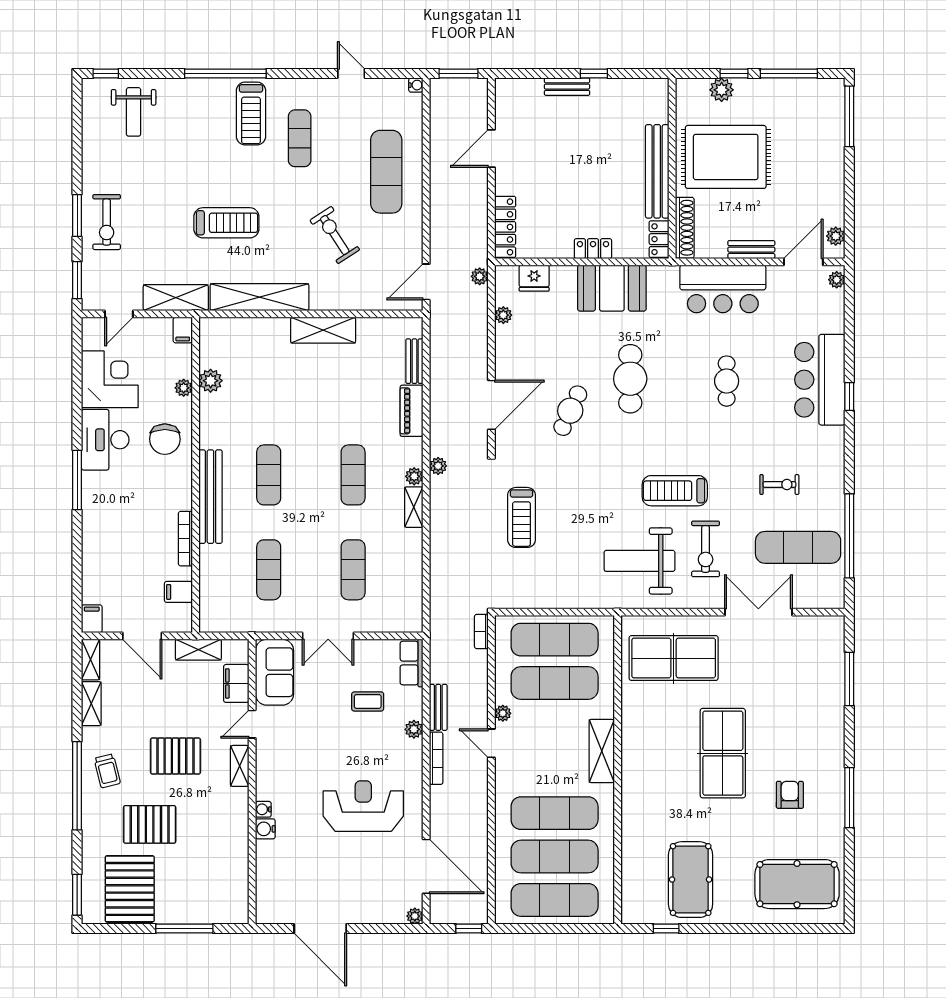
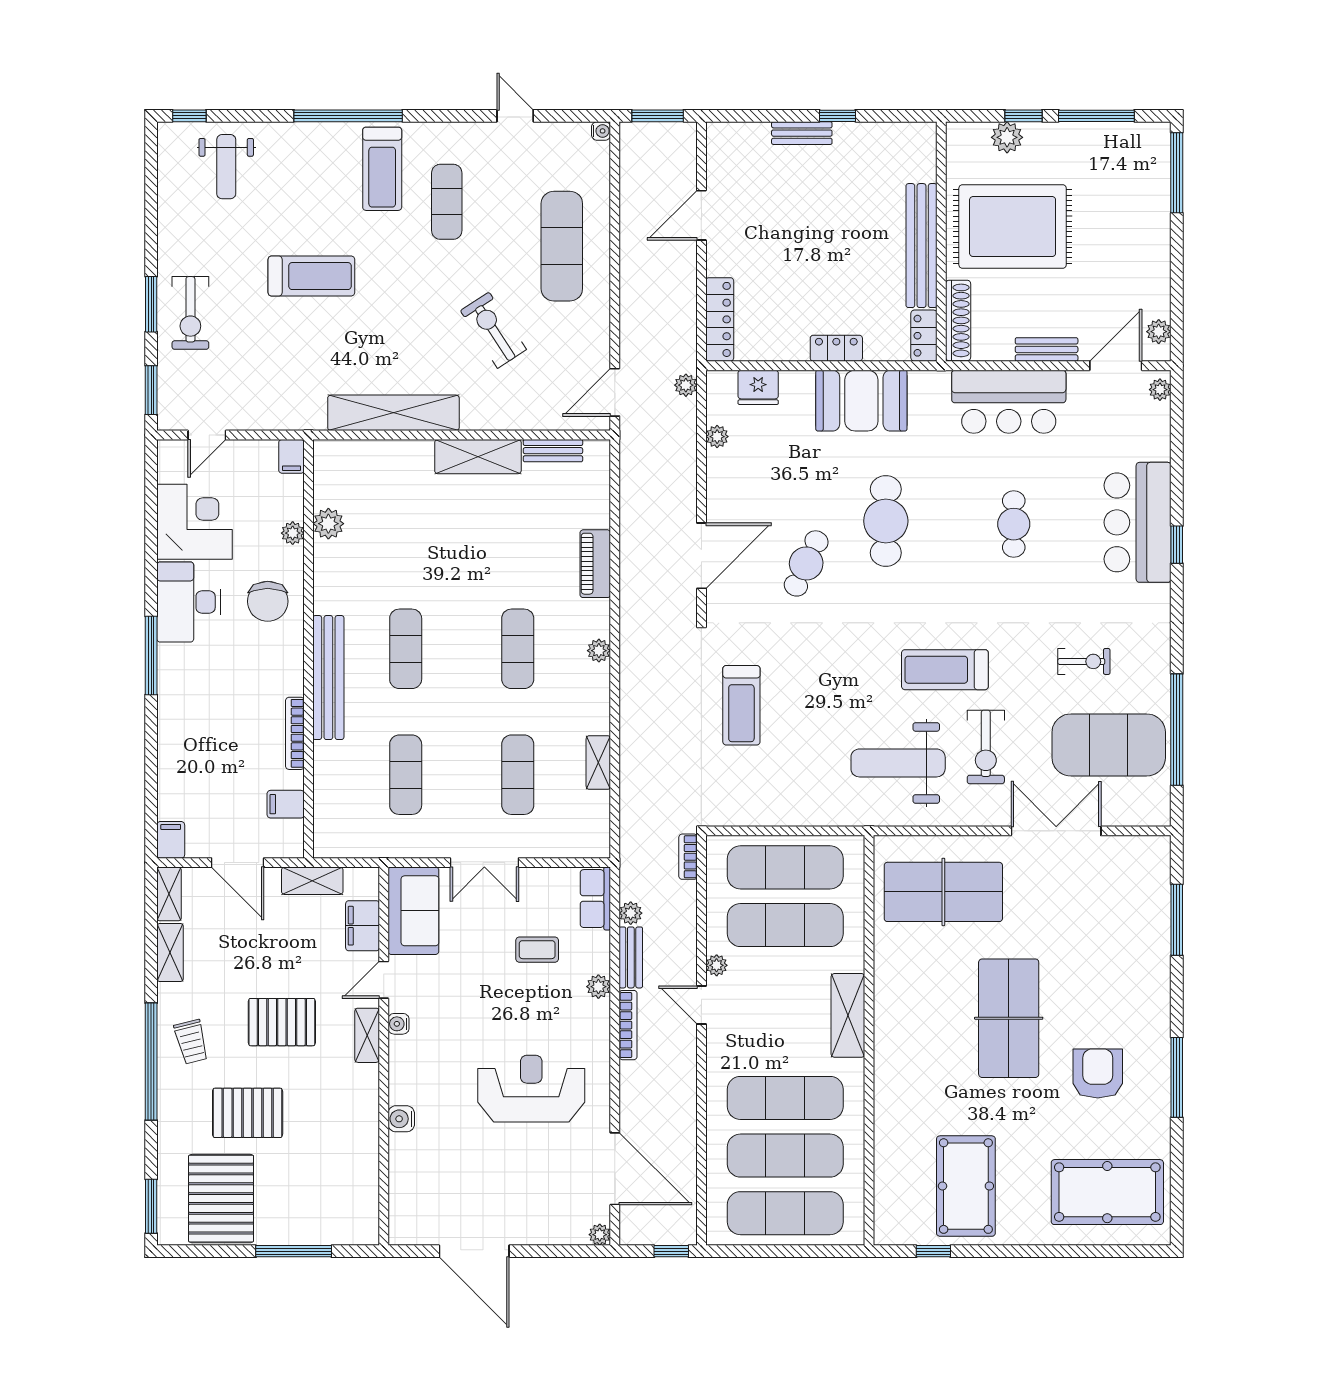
treadmill: (226, 223) -> (311, 276), moved
shelving: (176, 298) -> (282, 413), removed
bench: (414, 361) -> (553, 451), moved, turned 90
plant: (438, 466) -> (631, 913), moved
shelving: (414, 507) -> (598, 762), moved
exercise mat: (798, 547) -> (1109, 745), width x1.47
armchair: (790, 795) -> (1098, 1074), width x1.38, depth x1.38
water cooler: (263, 809) -> (399, 1024), moved

